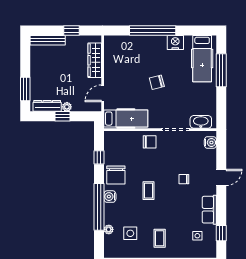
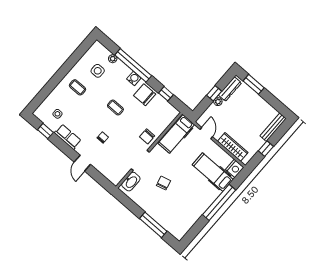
nightstand: (175, 42) -> (235, 168), moved
hospital bed: (202, 59) -> (213, 172), moved
chair: (157, 82) -> (163, 183), moved
water cooler: (210, 143) -> (112, 176), removed

